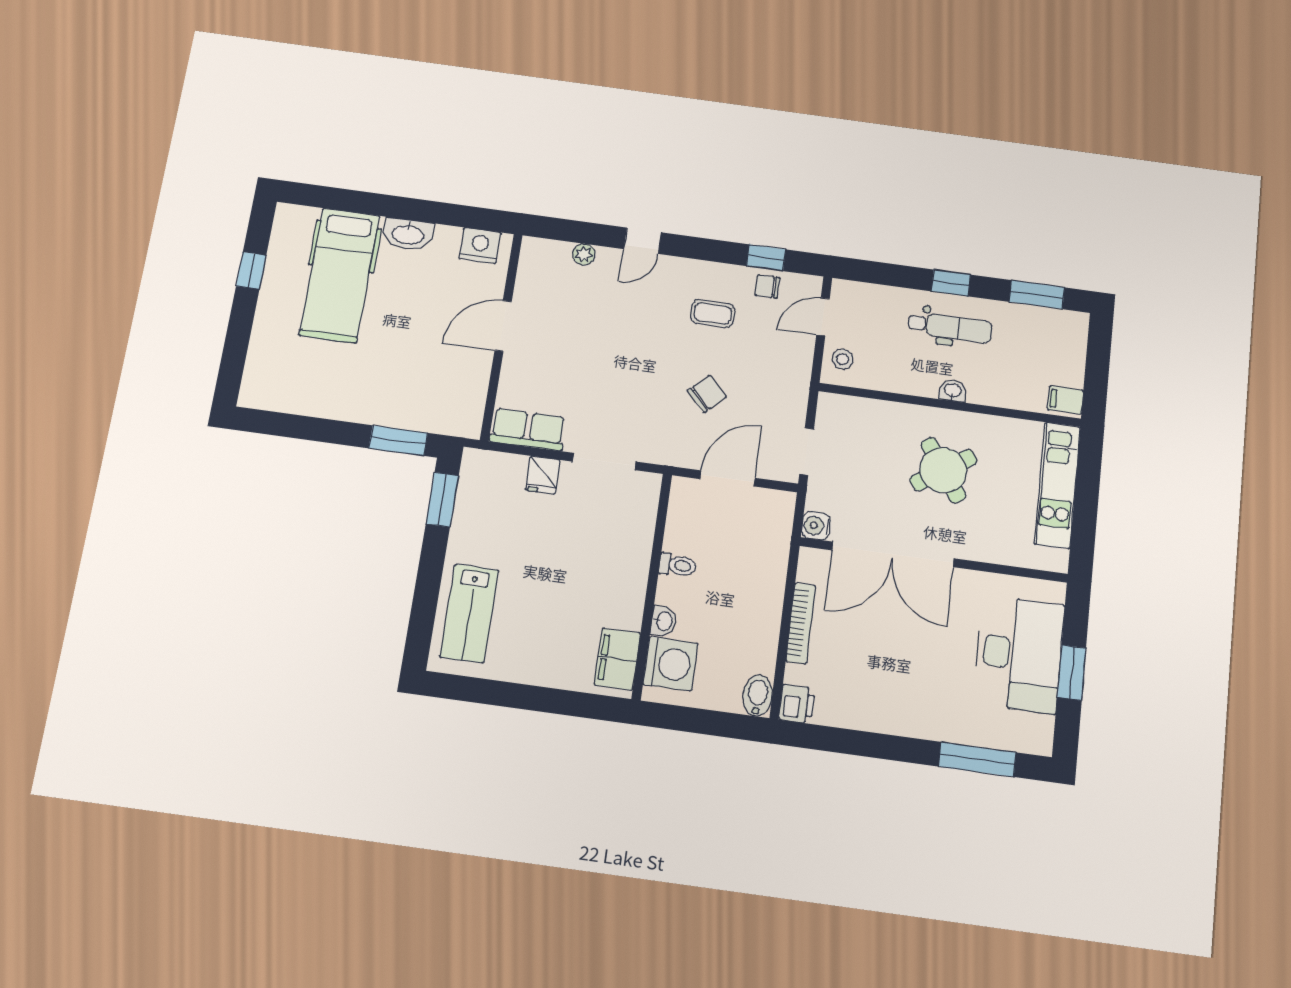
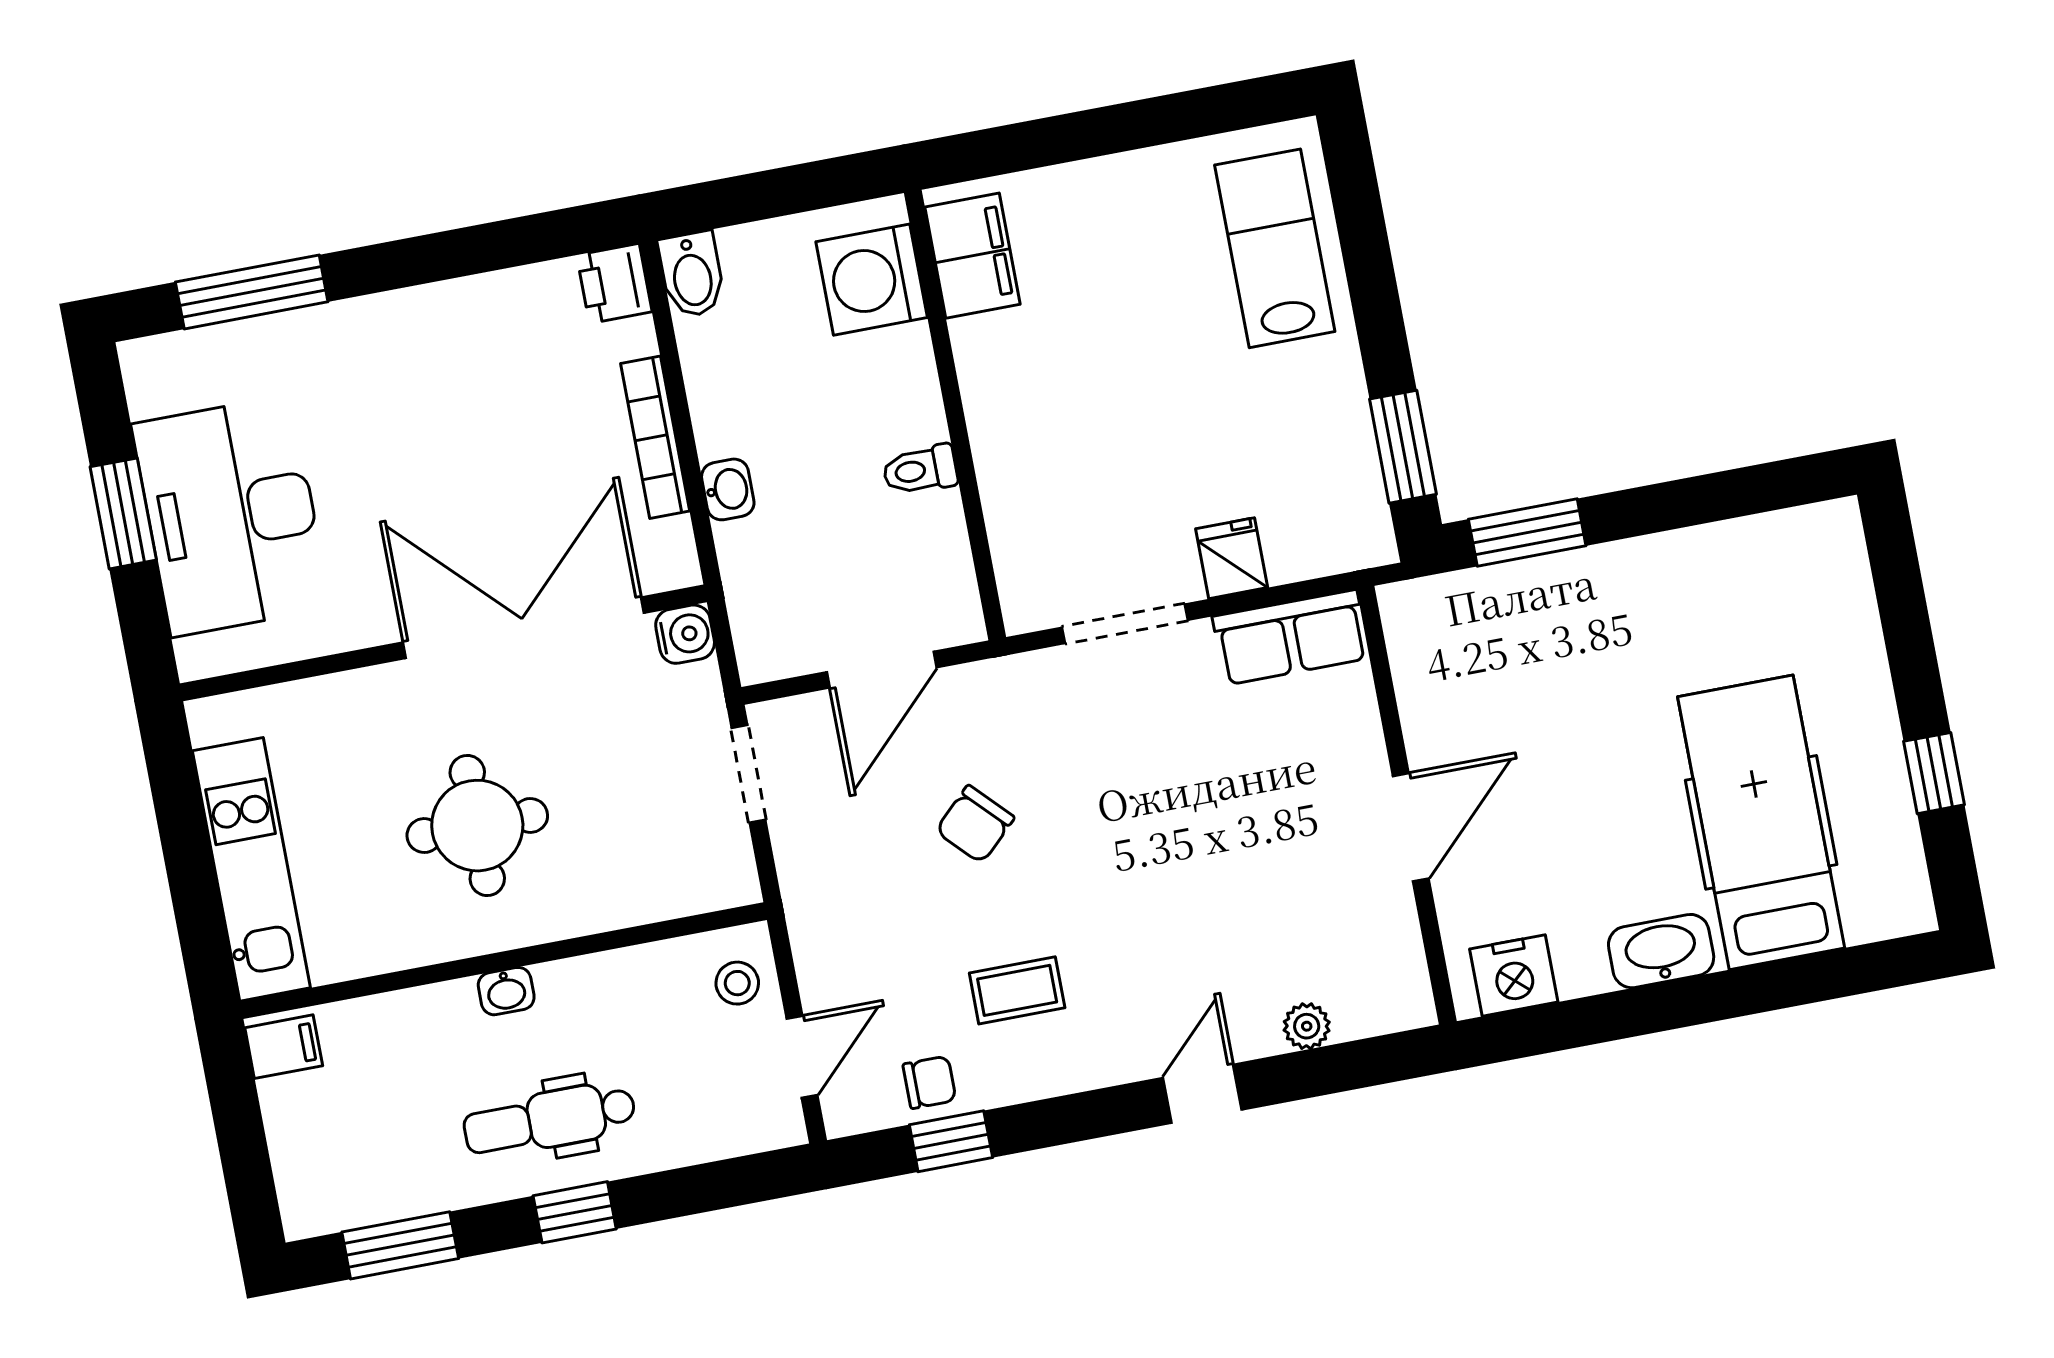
round table: (943, 470) -> (477, 826), turned 34
washbasin: (664, 621) -> (728, 489), moved, turned 180

